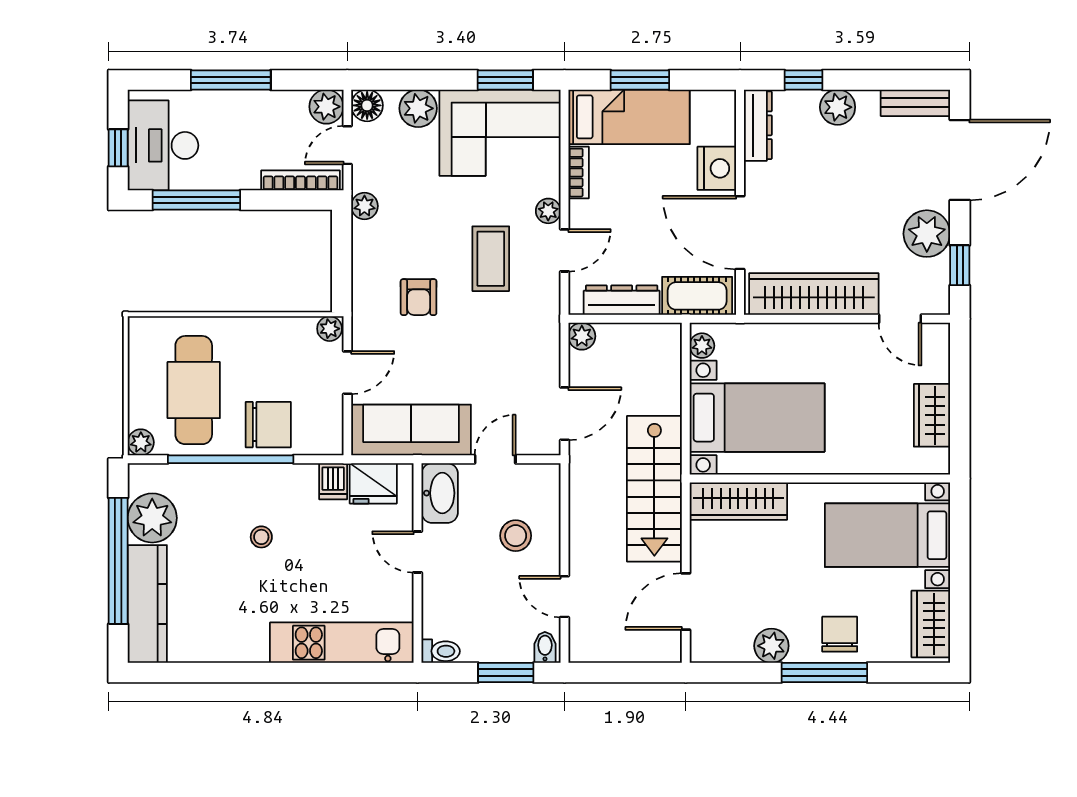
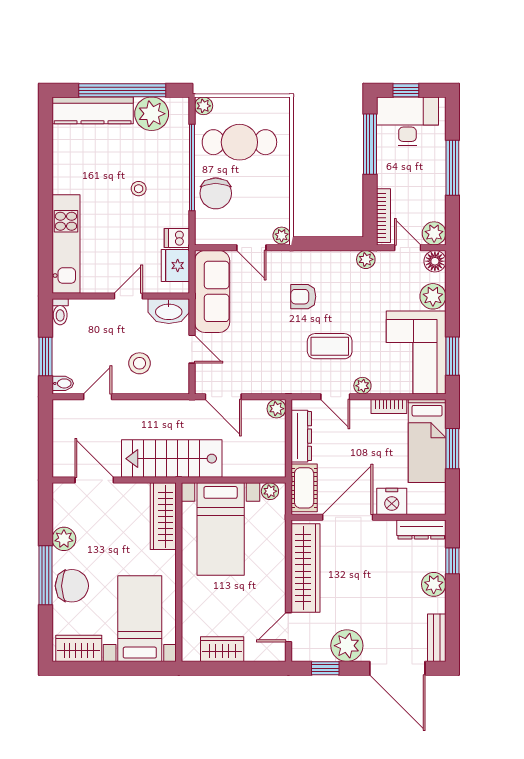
chair: (840, 634) -> (72, 586), width x1.37, depth x1.37

